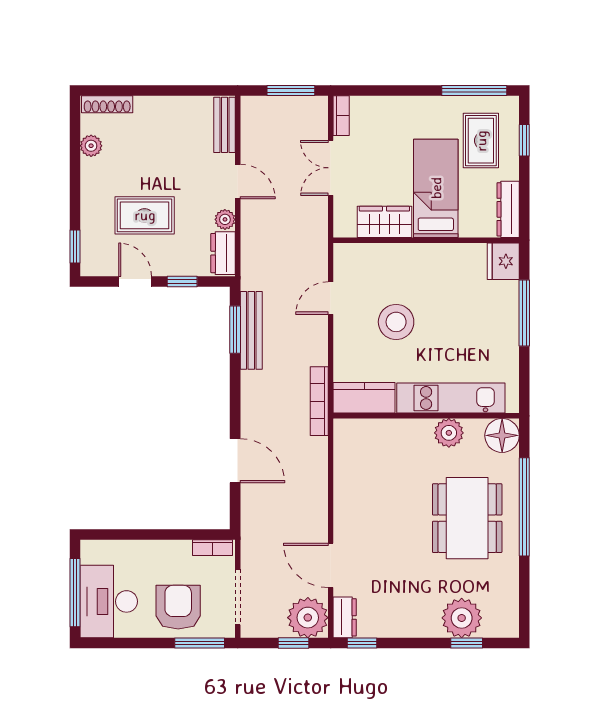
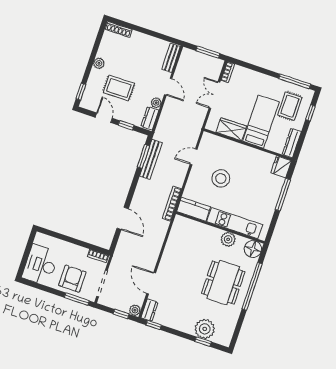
plant: (91, 146) -> (99, 63), moved
window: (75, 593) -> (26, 255), removed
plant: (308, 618) -> (135, 310), width x0.53, depth x0.53

